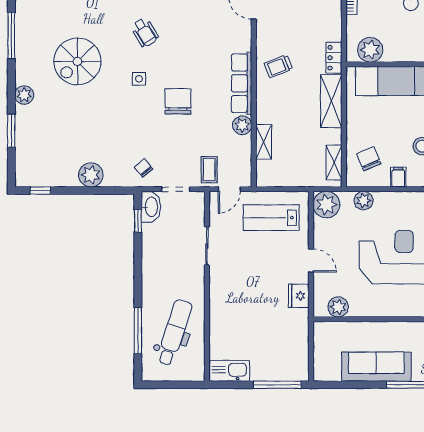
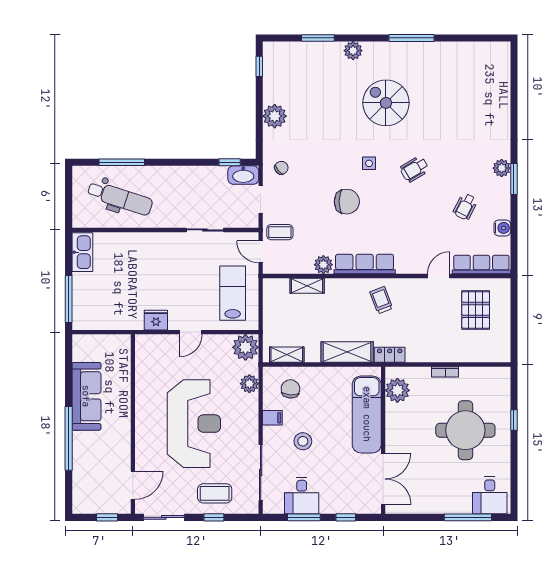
chair: (369, 159) -> (290, 389), turned -63
plant: (338, 307) -> (145, 359), removed

